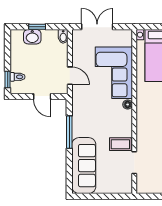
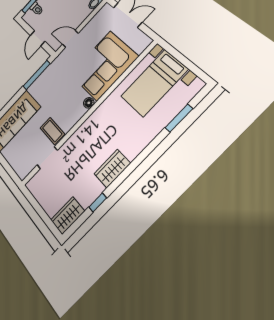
door: (70, 76) -> (70, 39), swing flipped
window: (69, 132) -> (37, 75), moved

